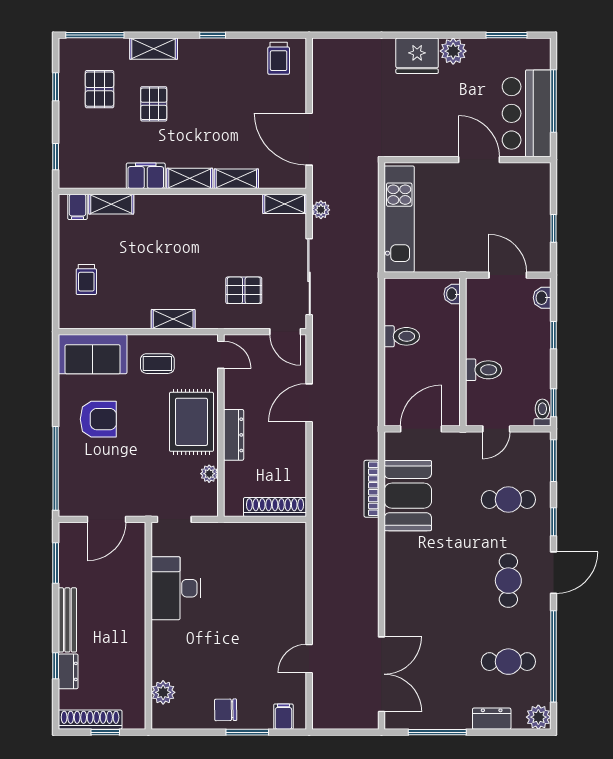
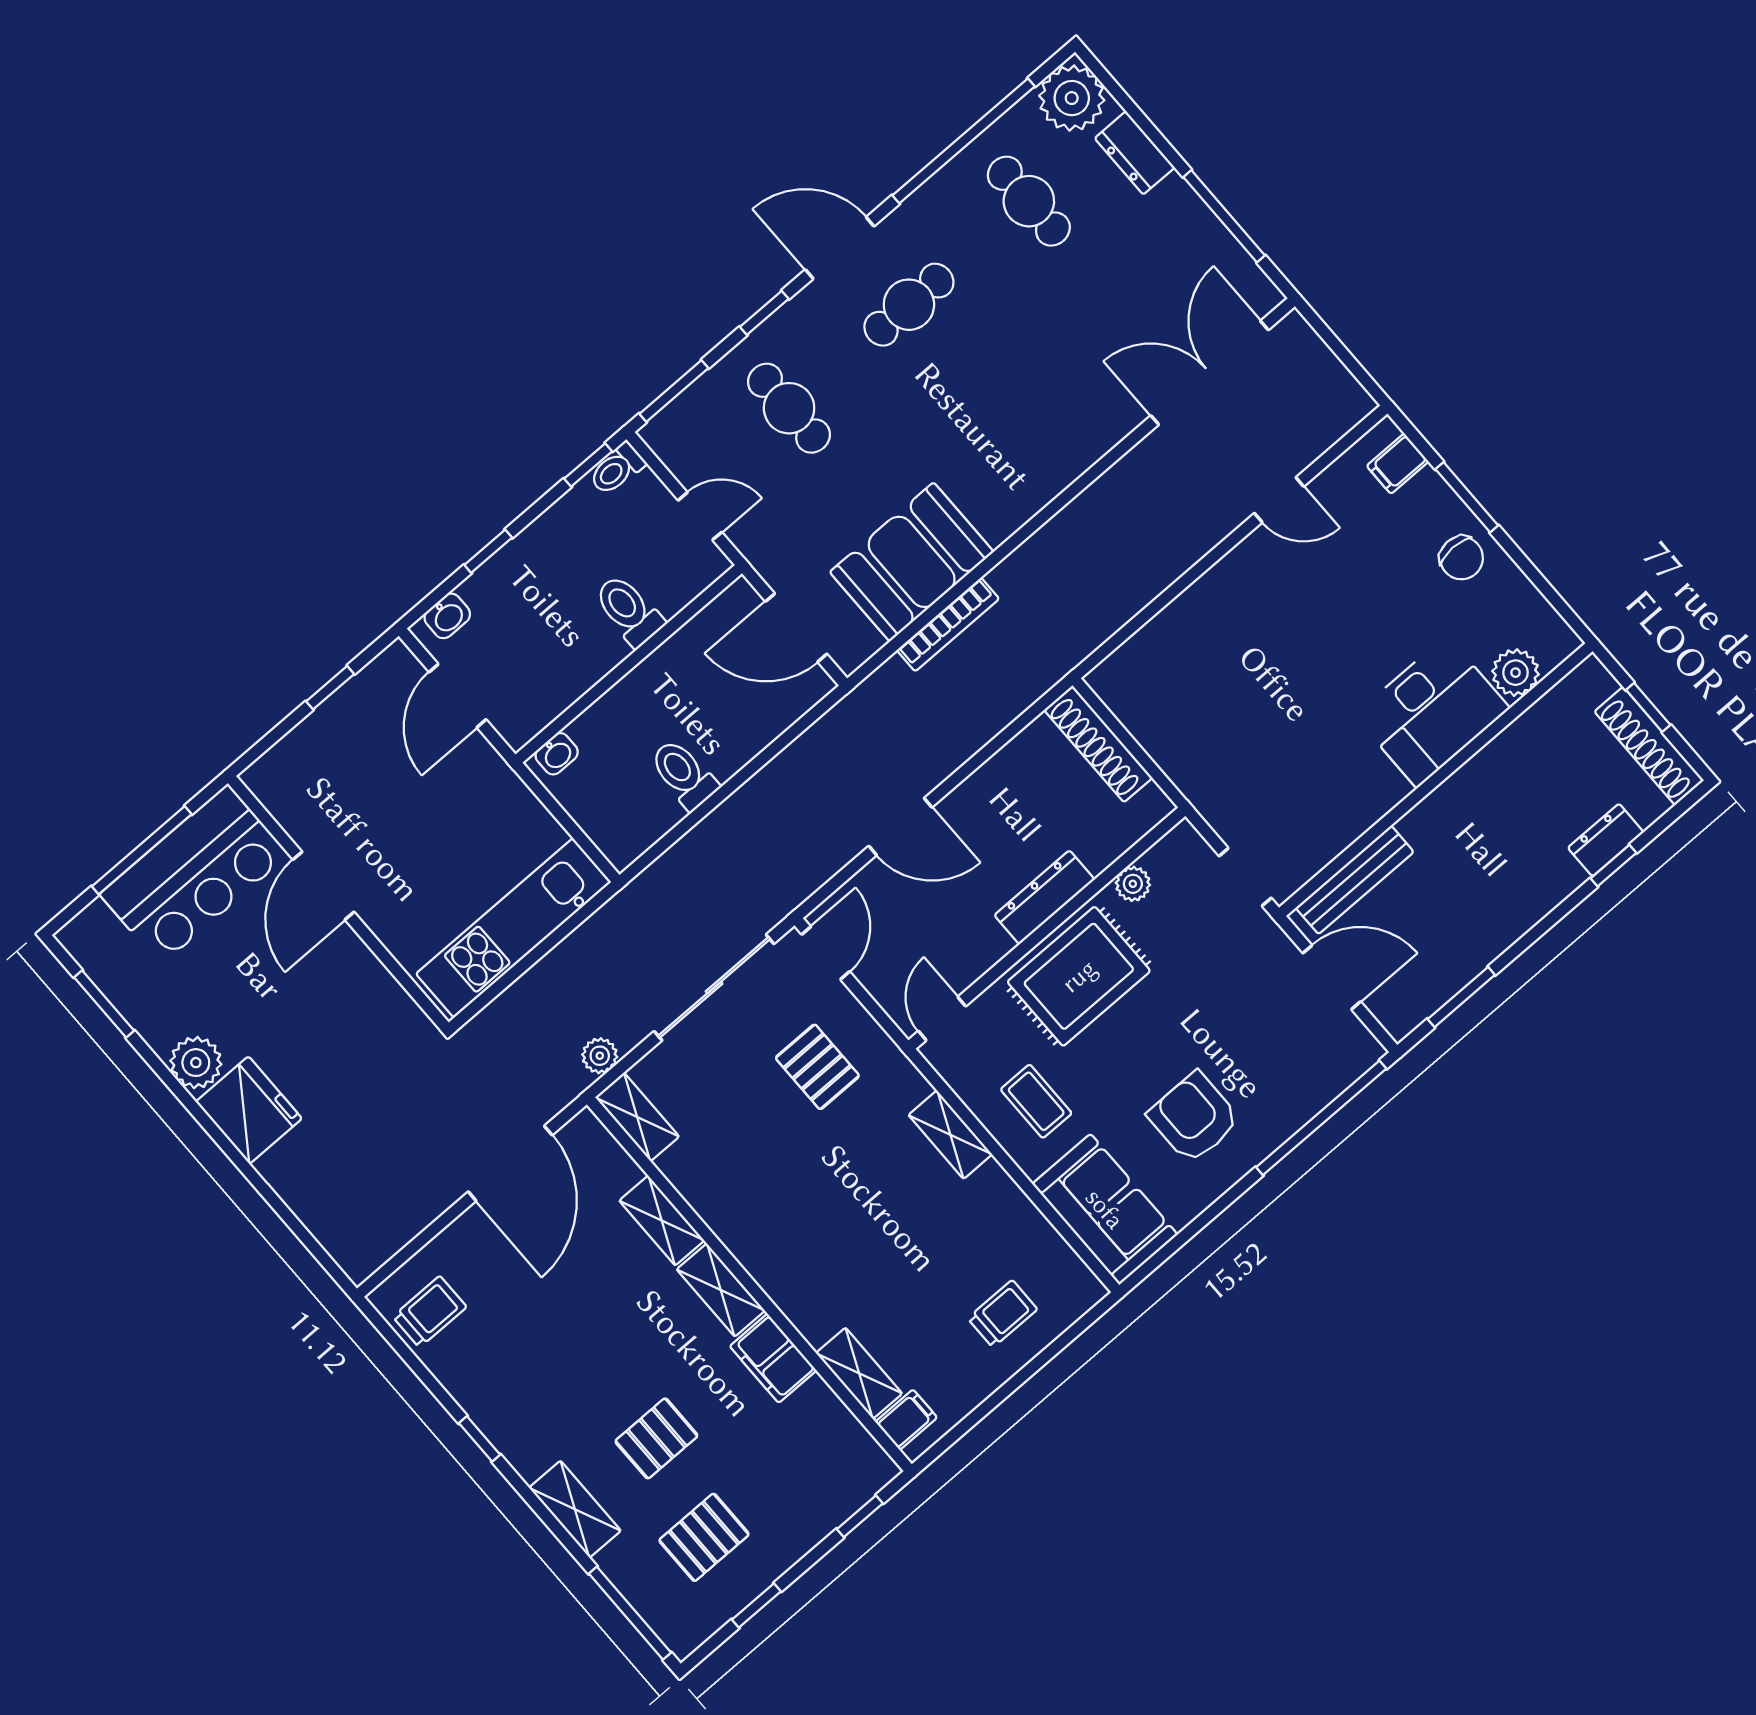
desk: (176, 588) -> (1432, 712), moved
bench: (67, 620) -> (1355, 880), moved
plant: (538, 717) -> (1072, 98), width x1.36, depth x1.36

